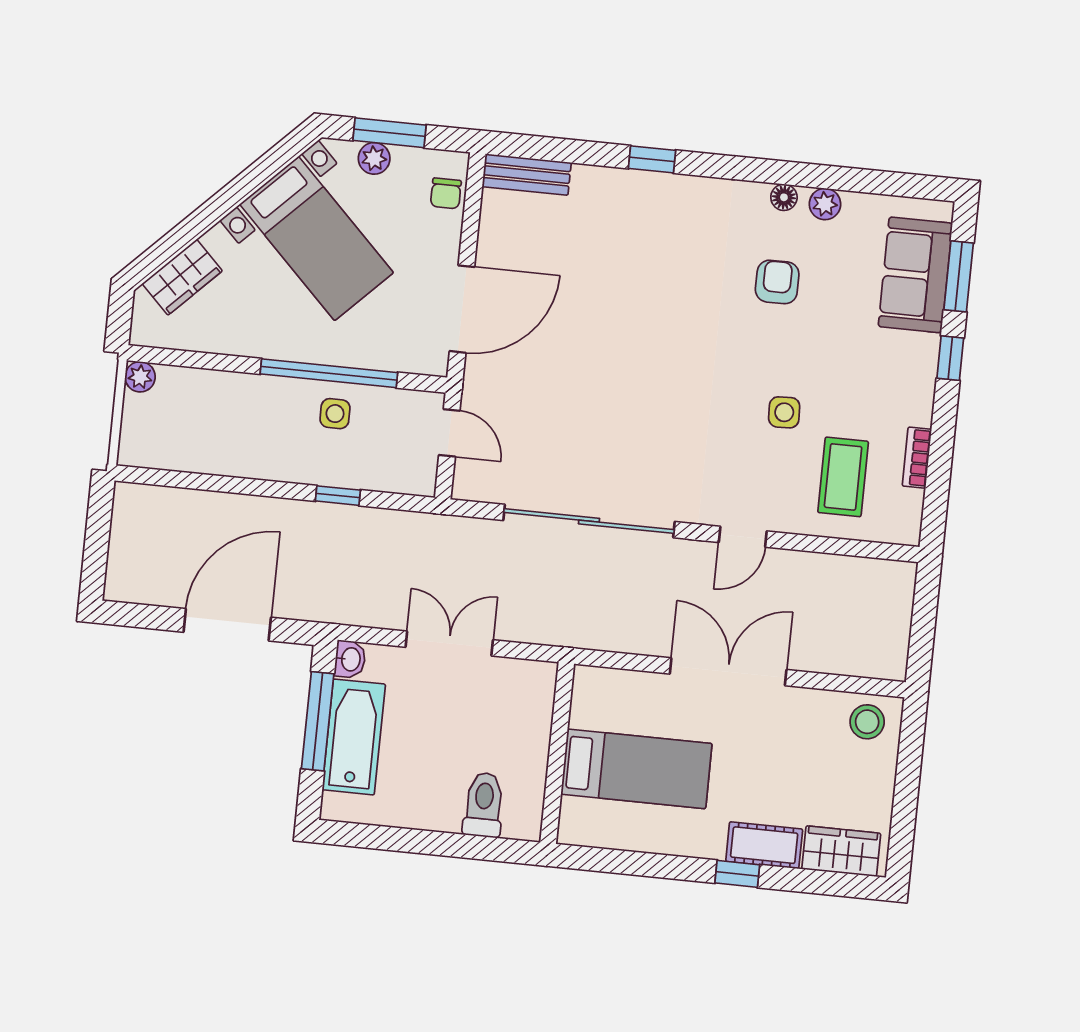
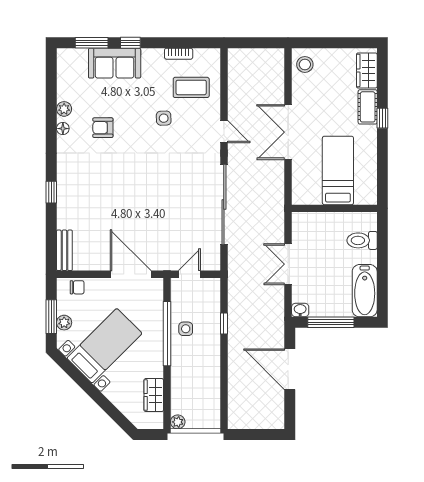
sofa: (915, 275) -> (115, 63), moved
wardrobe: (182, 277) -> (154, 395), moved, turned -135
bathtub: (354, 737) -> (365, 291), moved, turned -90

